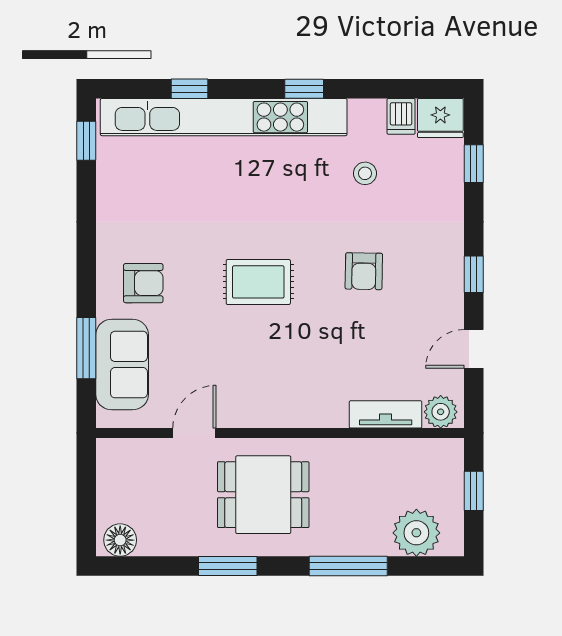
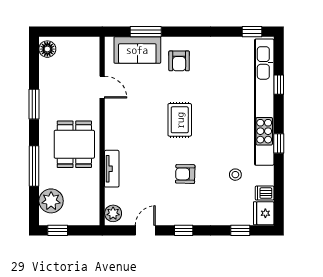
door: (474, 349) -> (145, 230), hinge flipped
tv unit: (386, 414) -> (112, 169), moved
window: (474, 491) -> (58, 230), moved
dining table: (263, 495) -> (74, 144), moved

